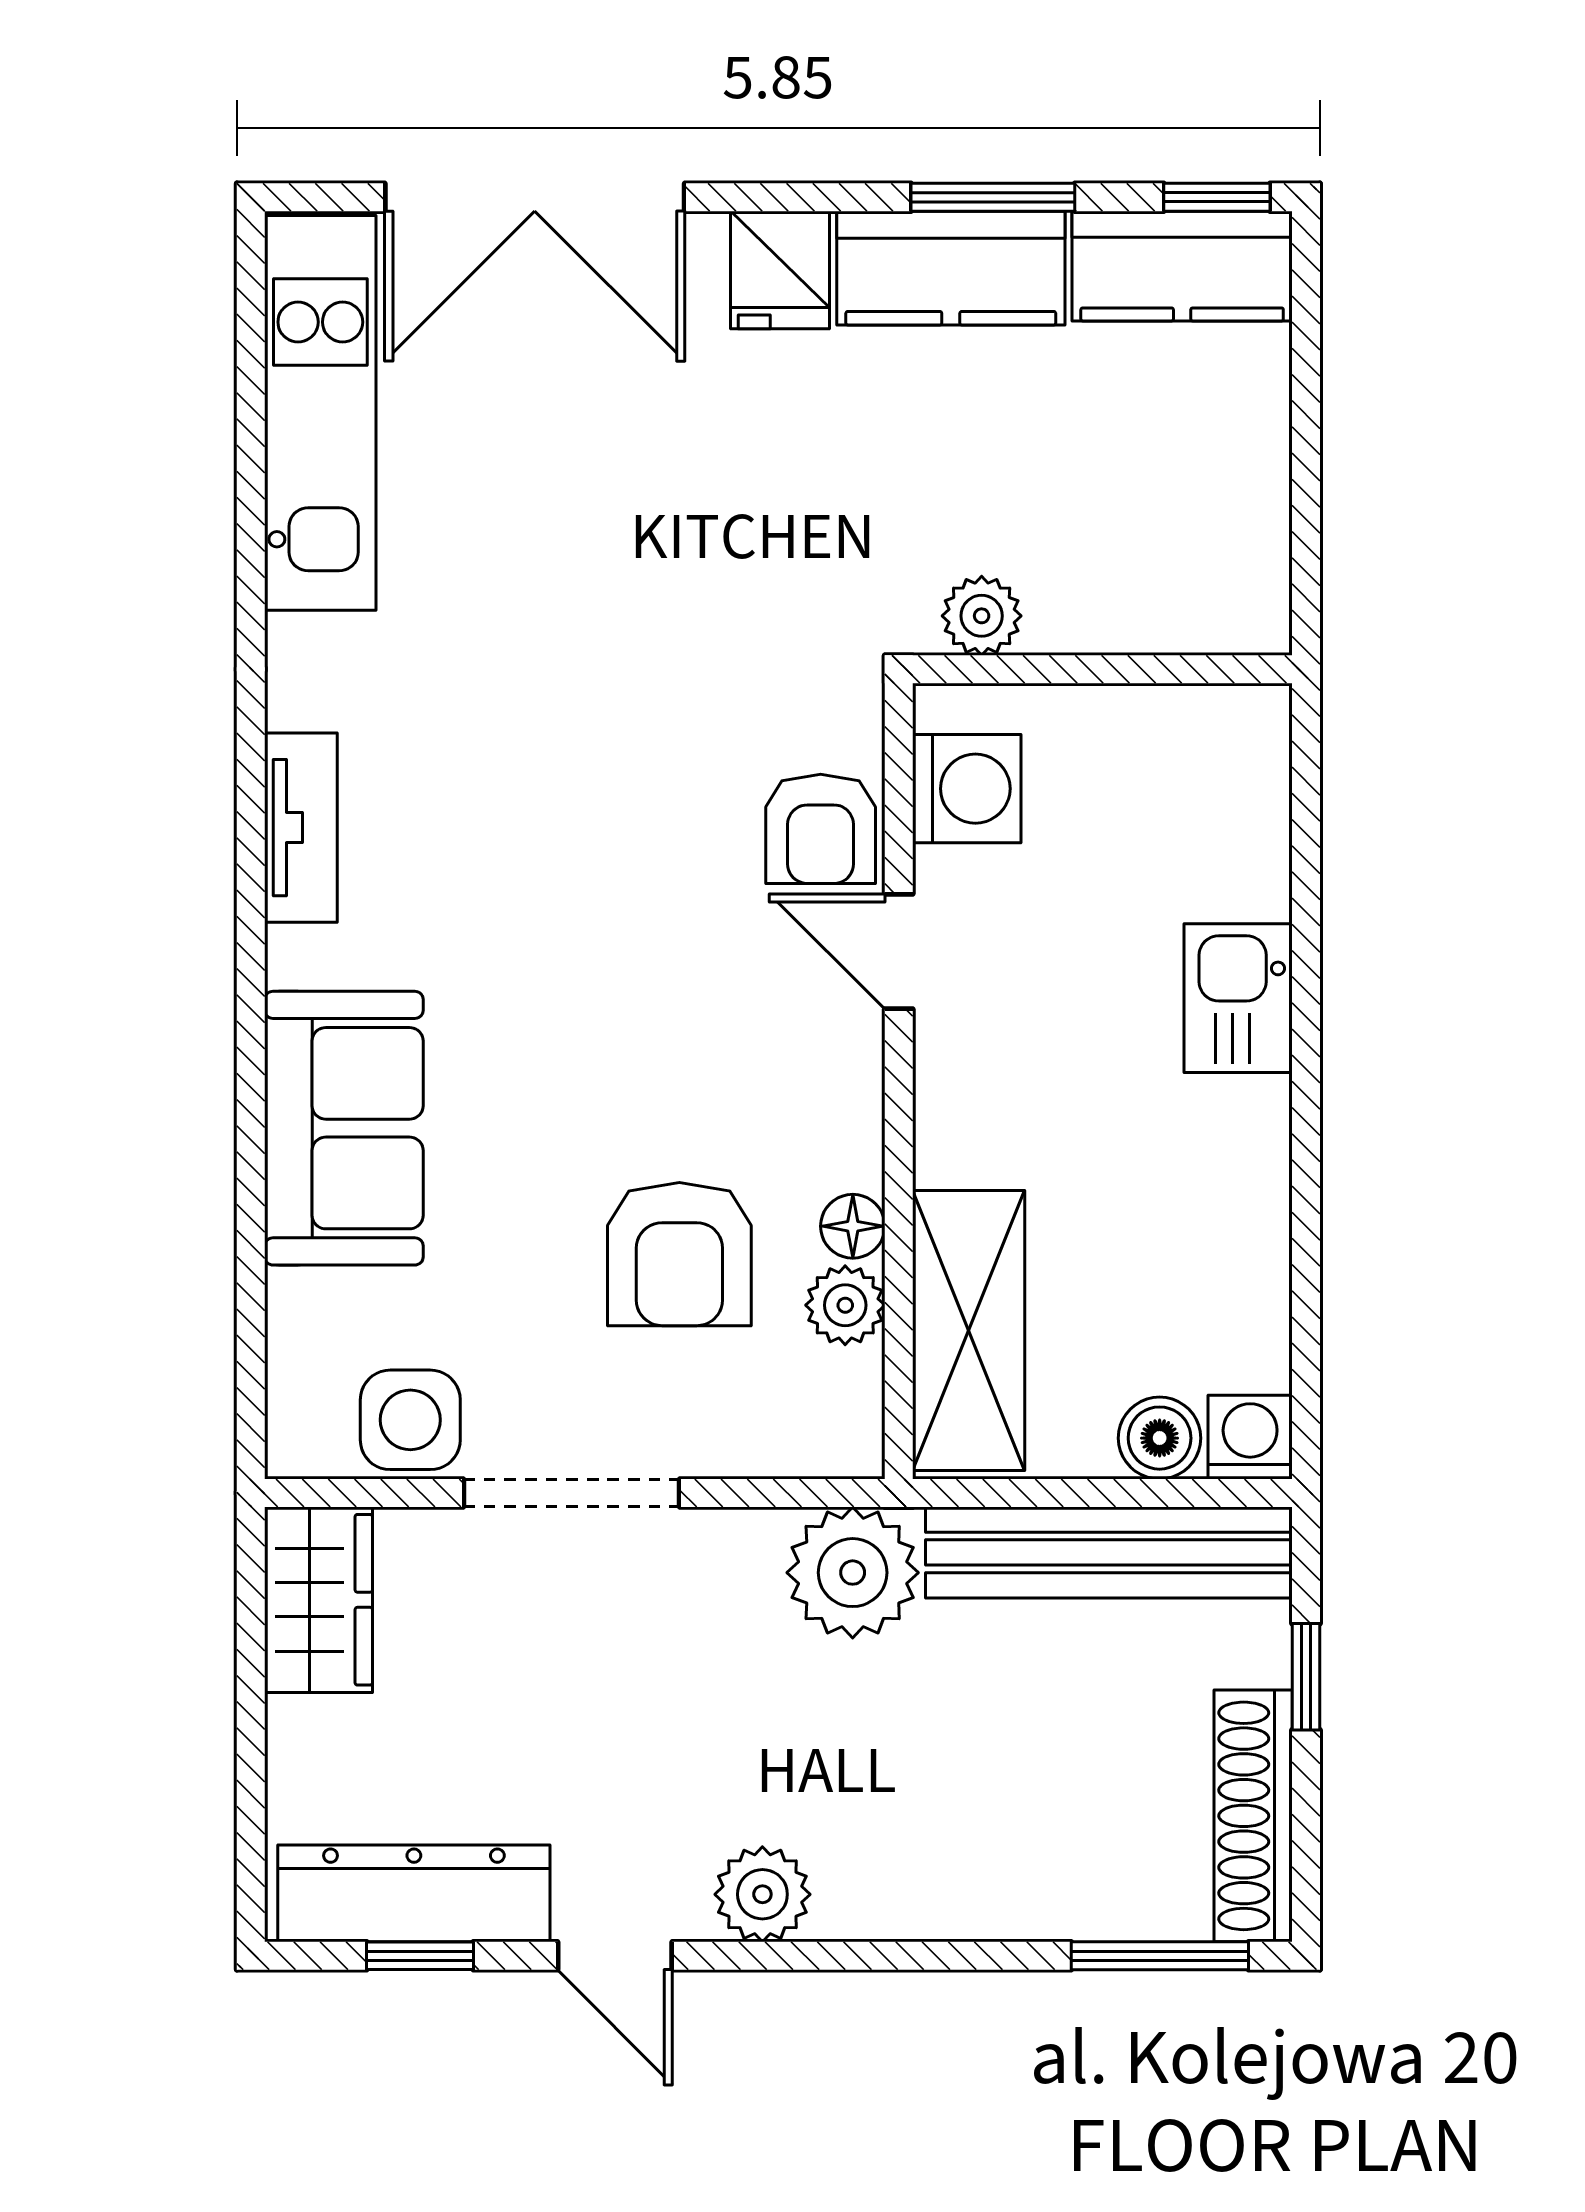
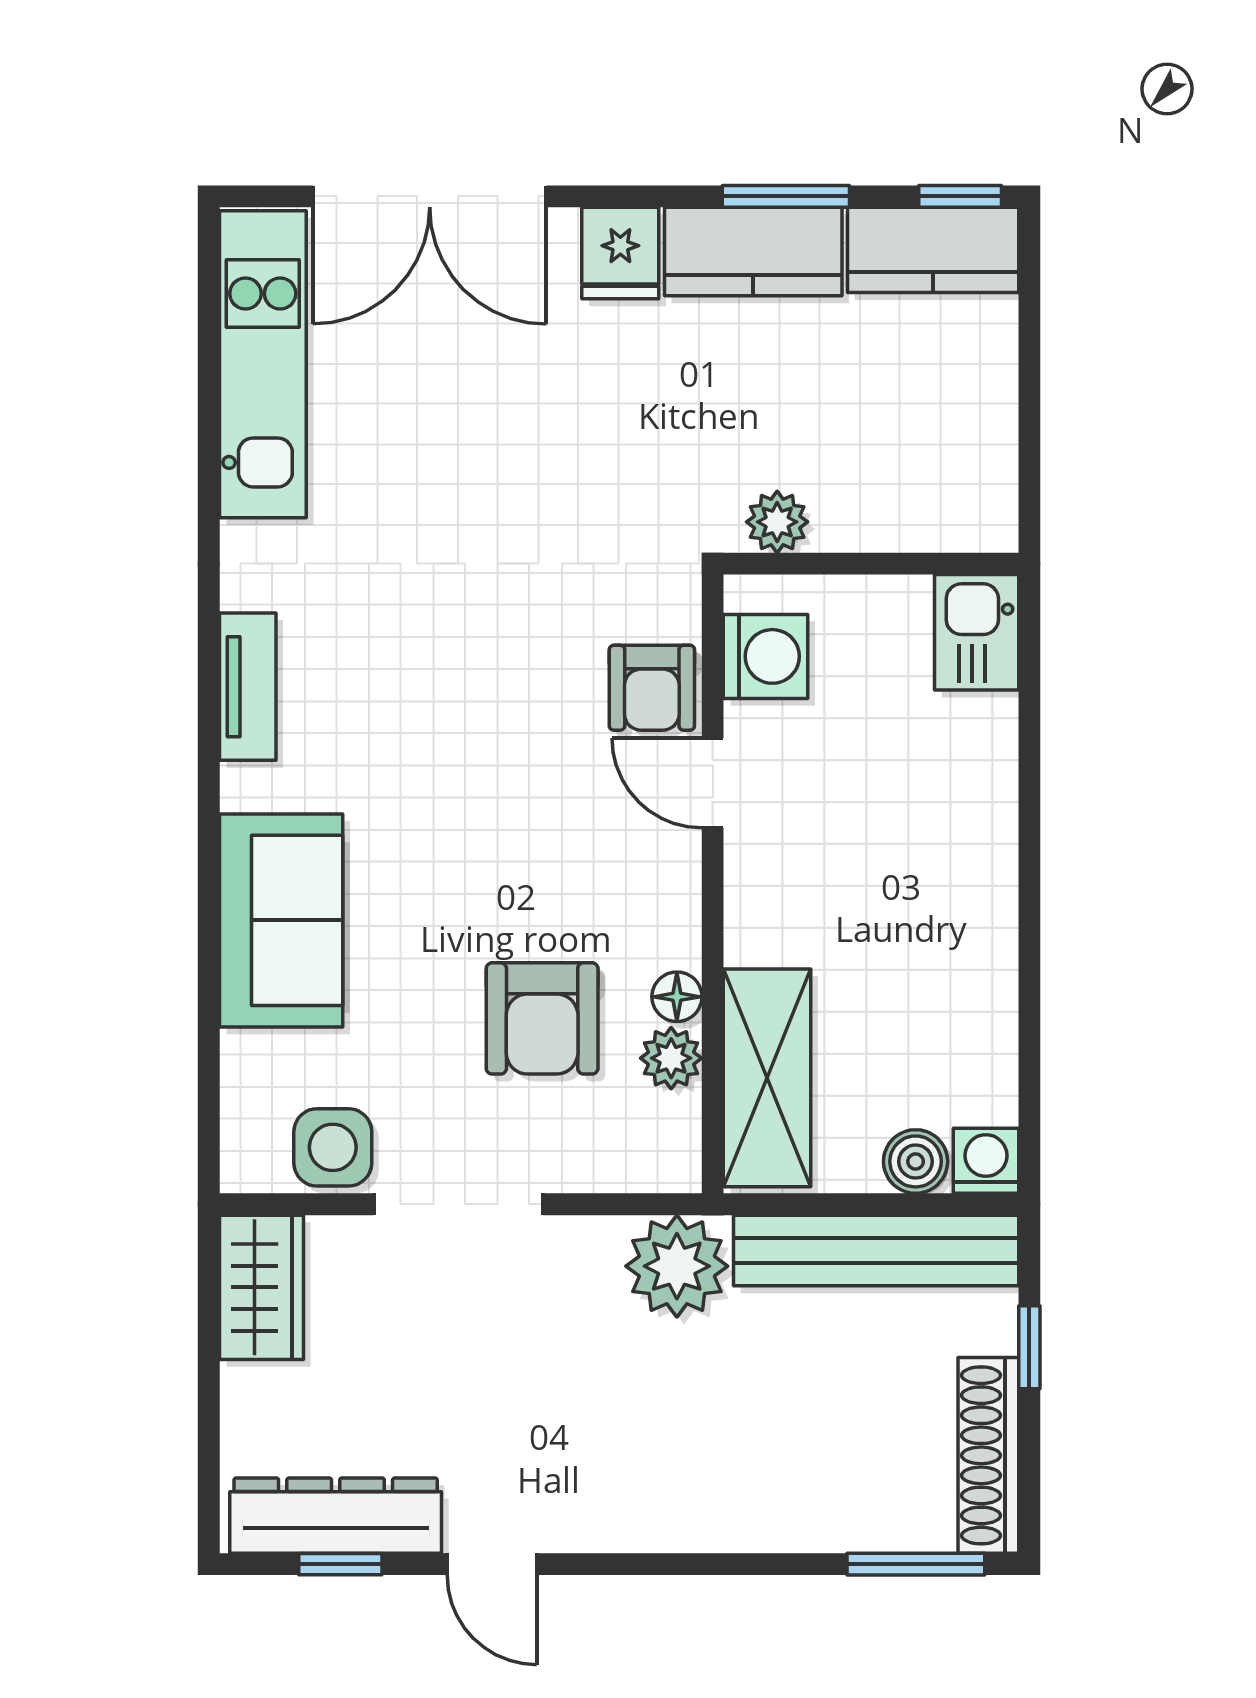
kitchen sink: (1238, 998) -> (977, 632), moved
plant: (762, 1894) -> (607, 1516), removed

